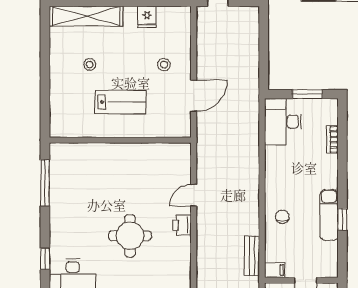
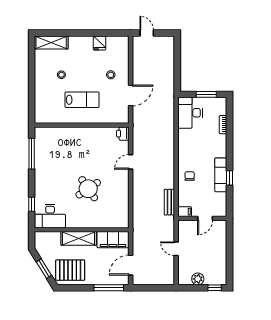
shelving: (86, 16) -> (51, 42), width x0.68
printer: (182, 225) -> (123, 134), moved
round table: (130, 236) -> (88, 189), turned -34

